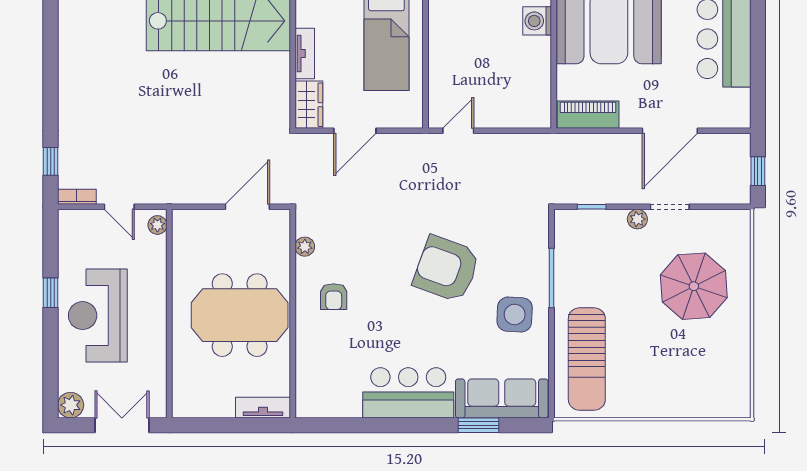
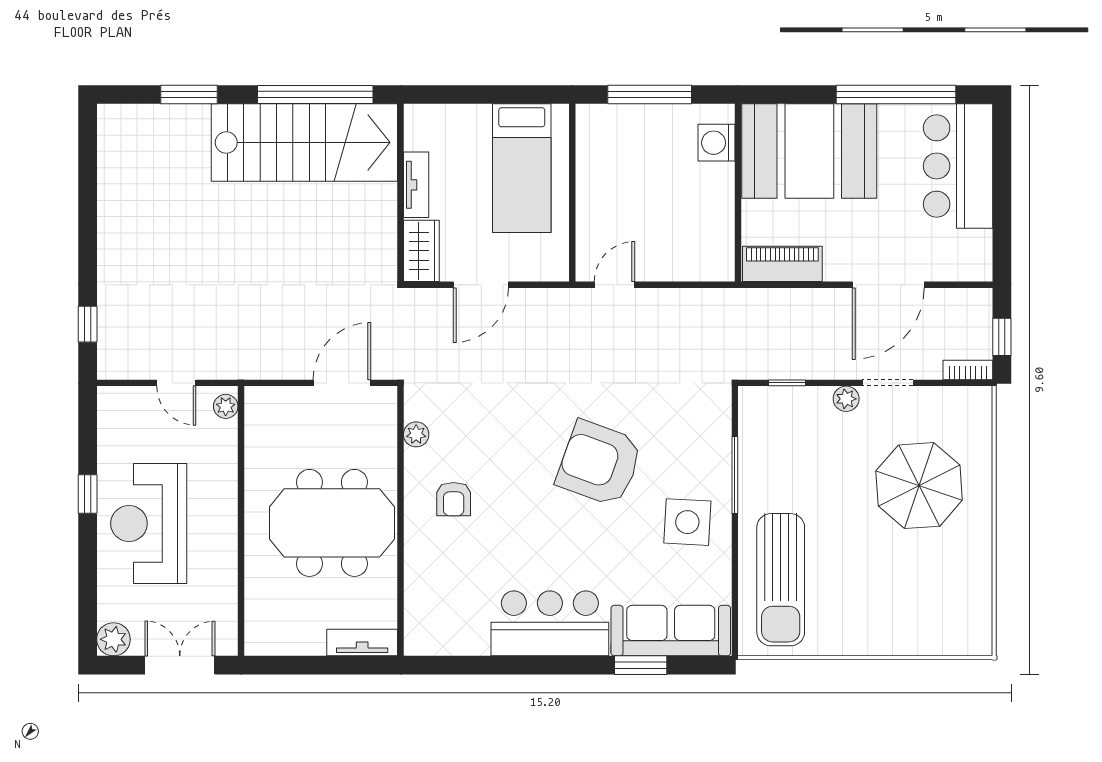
bookcase: (77, 197) -> (968, 370), moved

